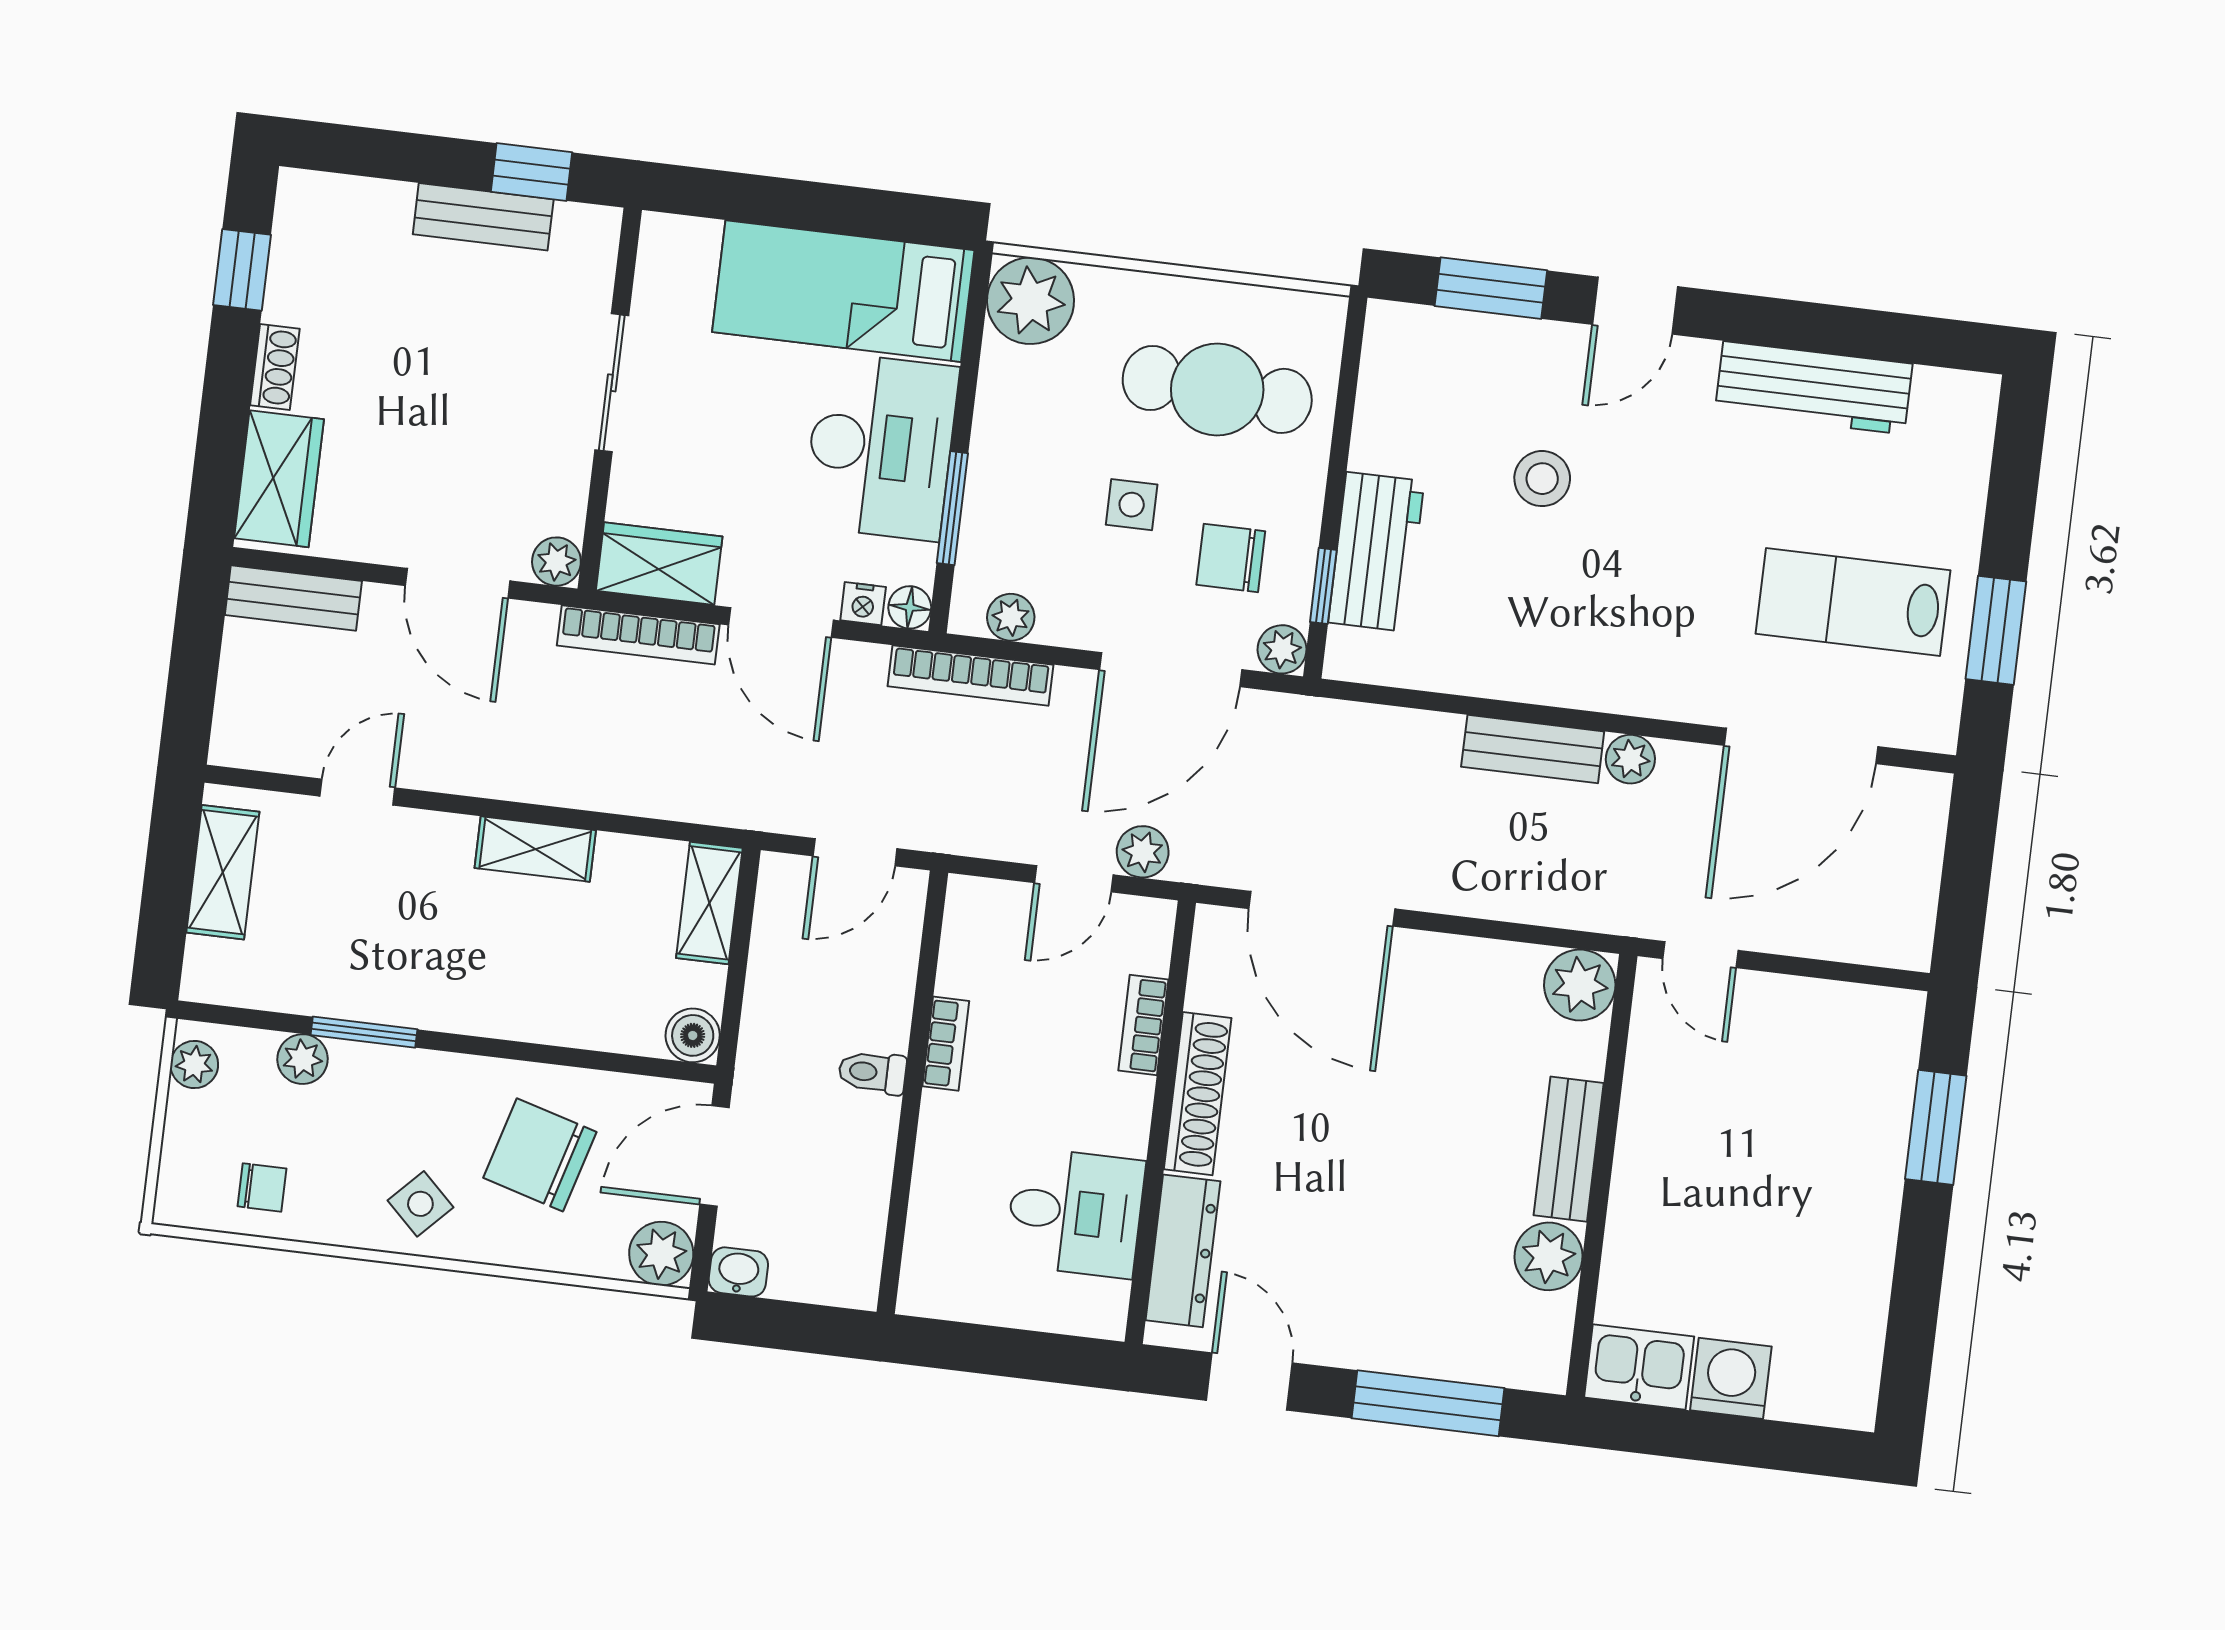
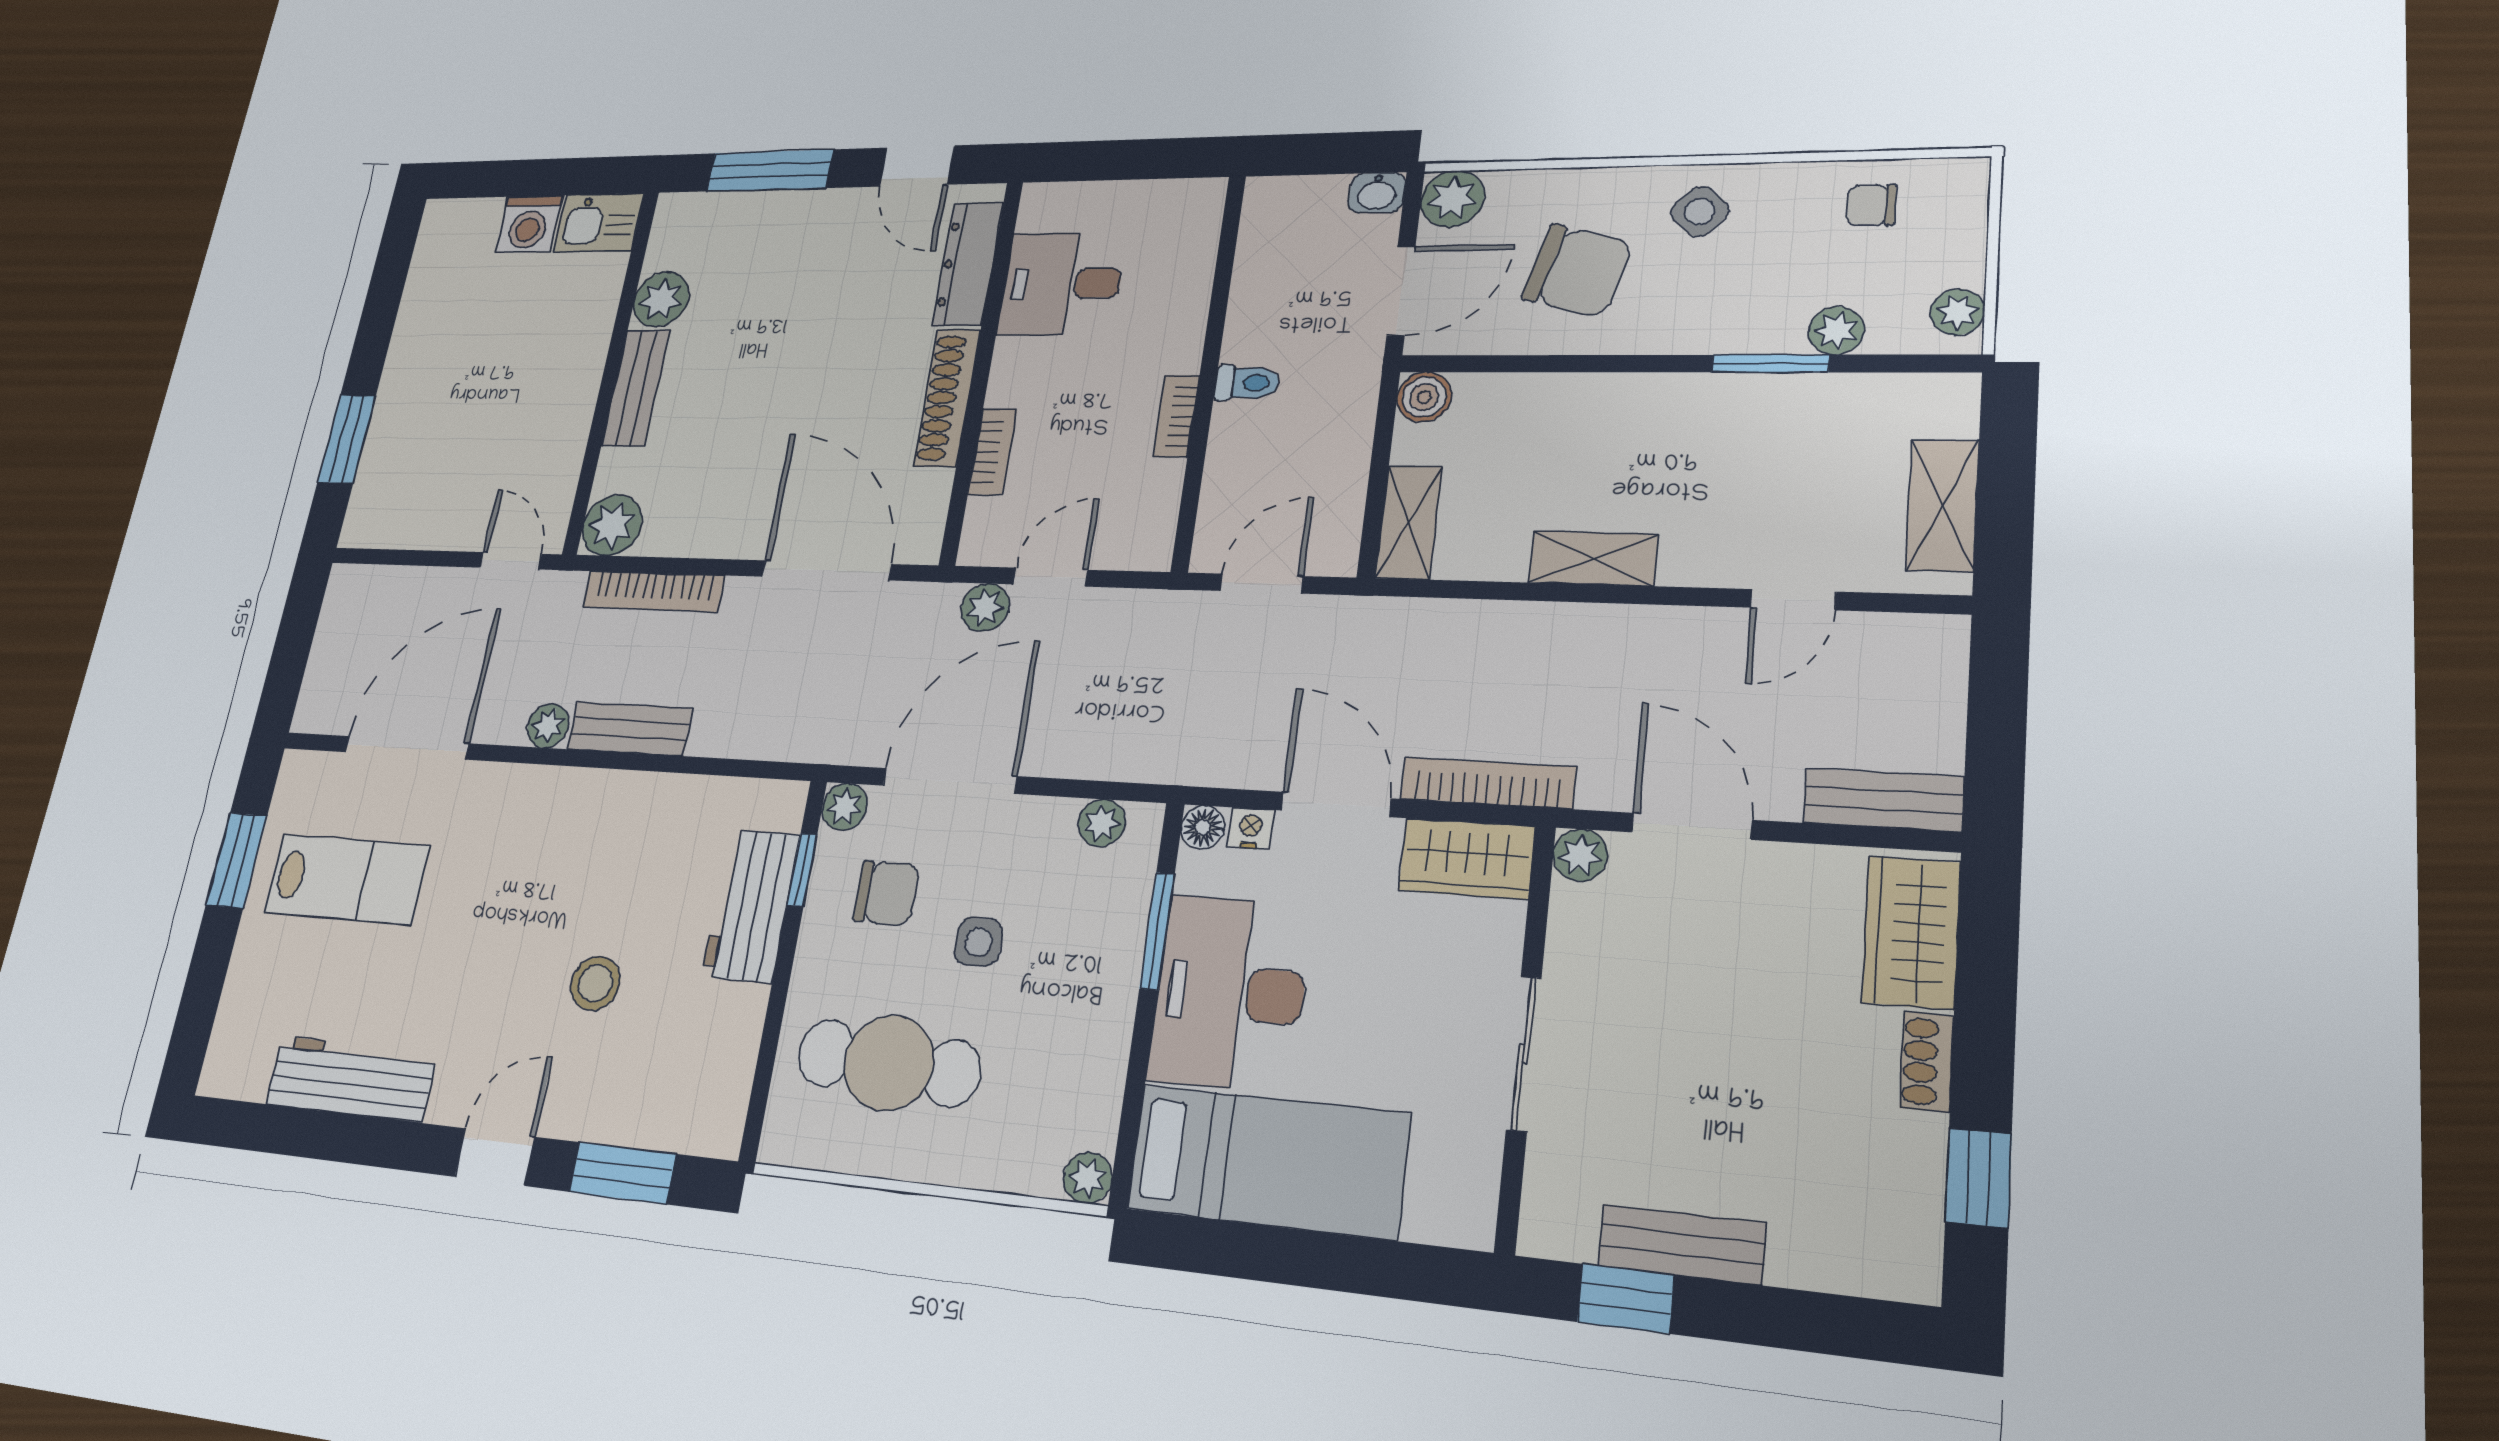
plant: (1031, 301) -> (1088, 1178), width x0.53, depth x0.53
bookcase: (970, 675) -> (654, 591), moved, turned 180

